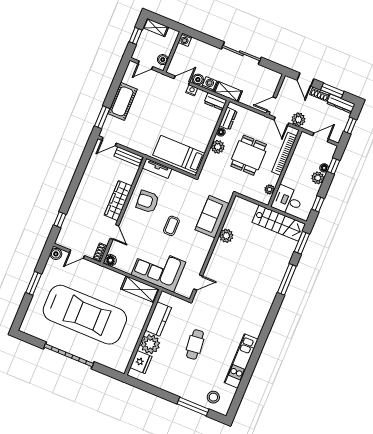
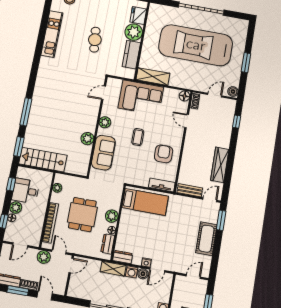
boiler: (163, 60) -> (179, 285), removed
desk: (287, 200) -> (26, 191), moved, turned 180
wardrobe: (118, 201) -> (220, 165), moved, turned 180
armchair: (148, 202) -> (164, 154), turned -86
plant: (204, 250) -> (105, 122), added

